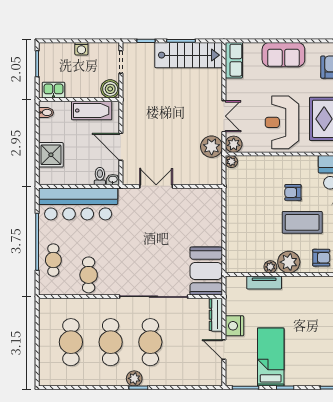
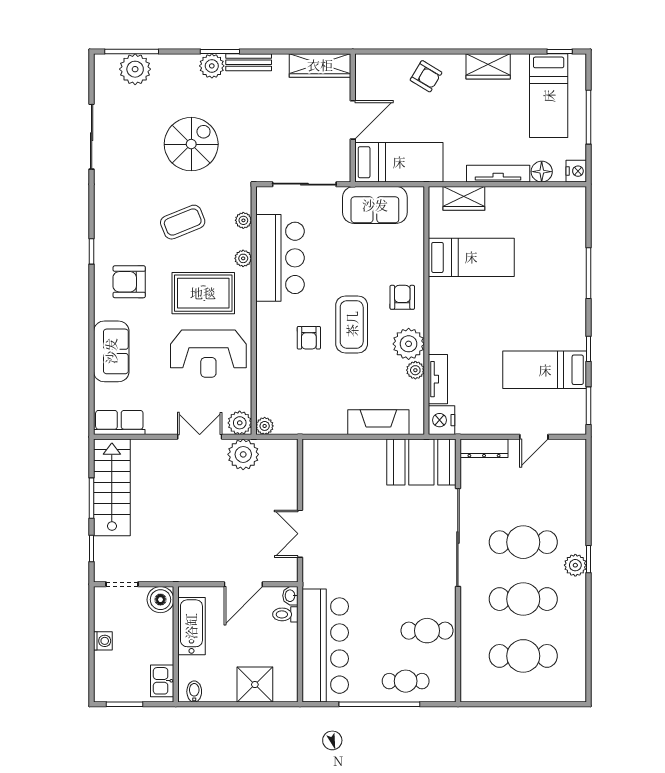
fireplace: (234, 241) -> (378, 422), added
nightstand: (234, 326) -> (442, 420), moved, turned 90

